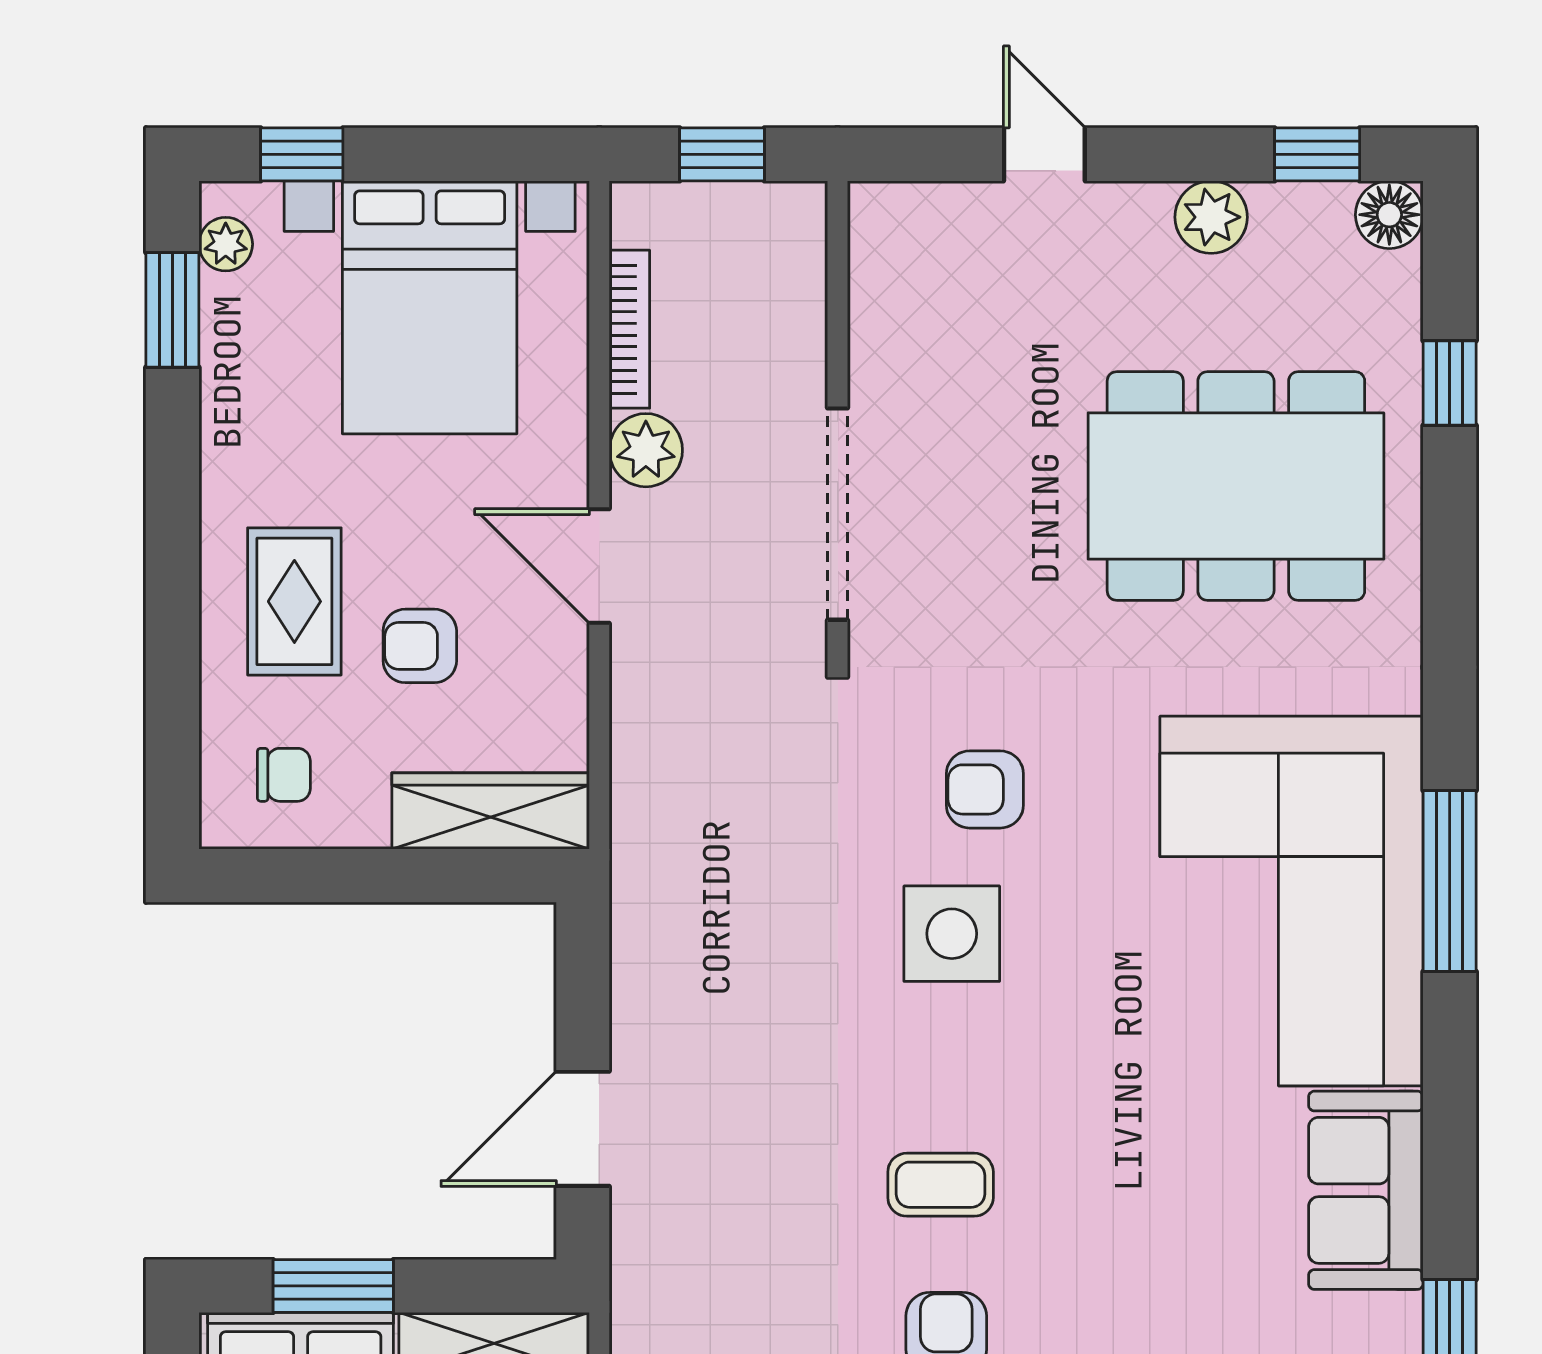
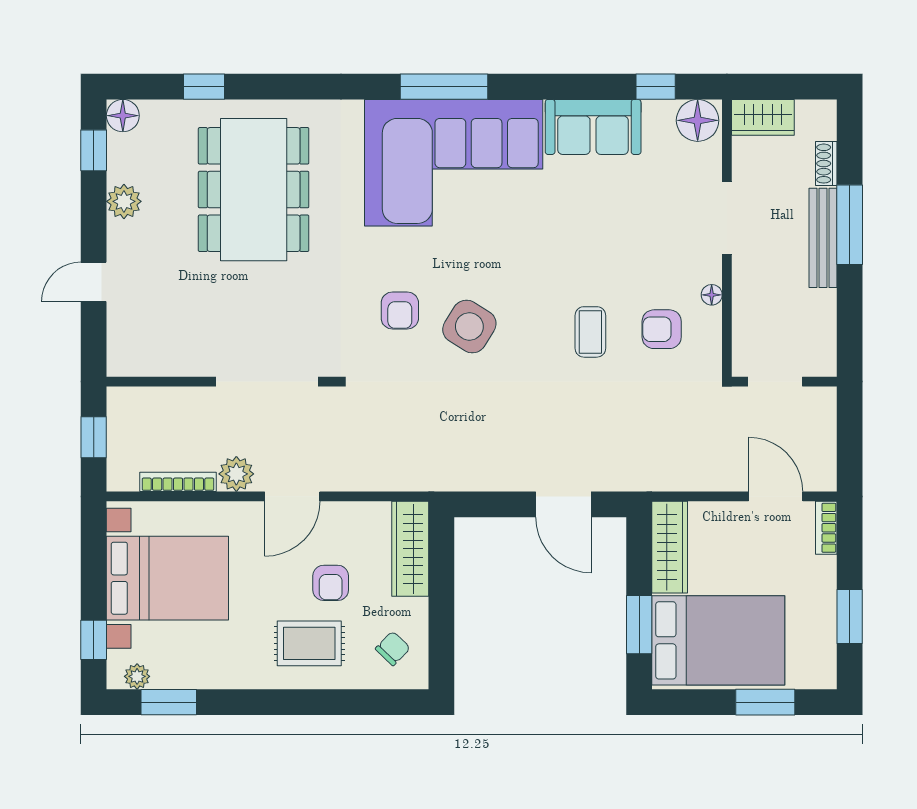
chair: (284, 775) -> (393, 648), turned 44
side table: (952, 934) -> (469, 327), turned 32

